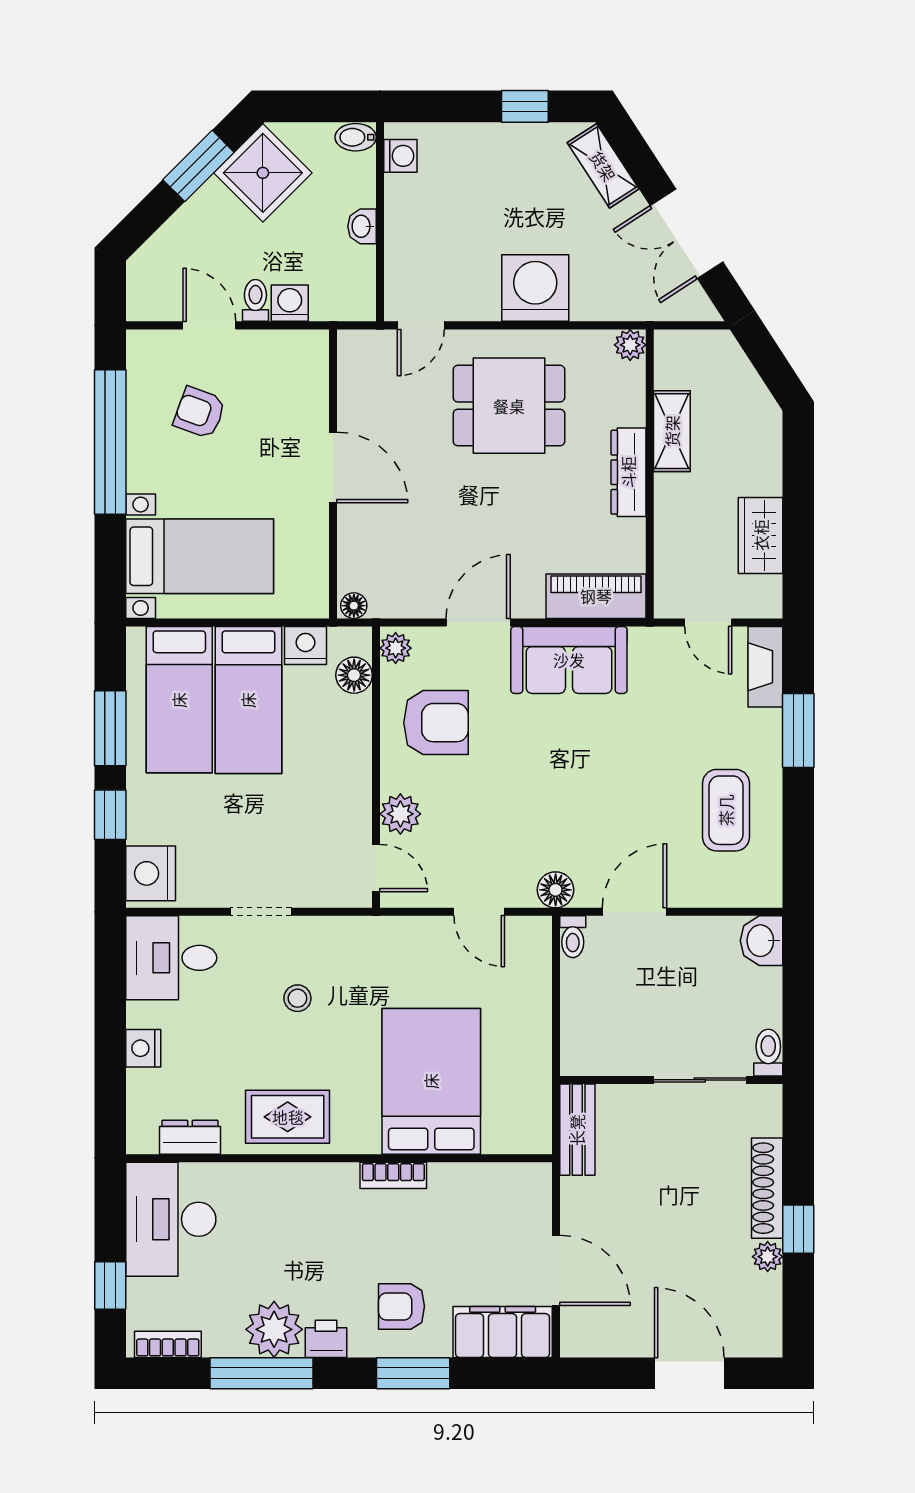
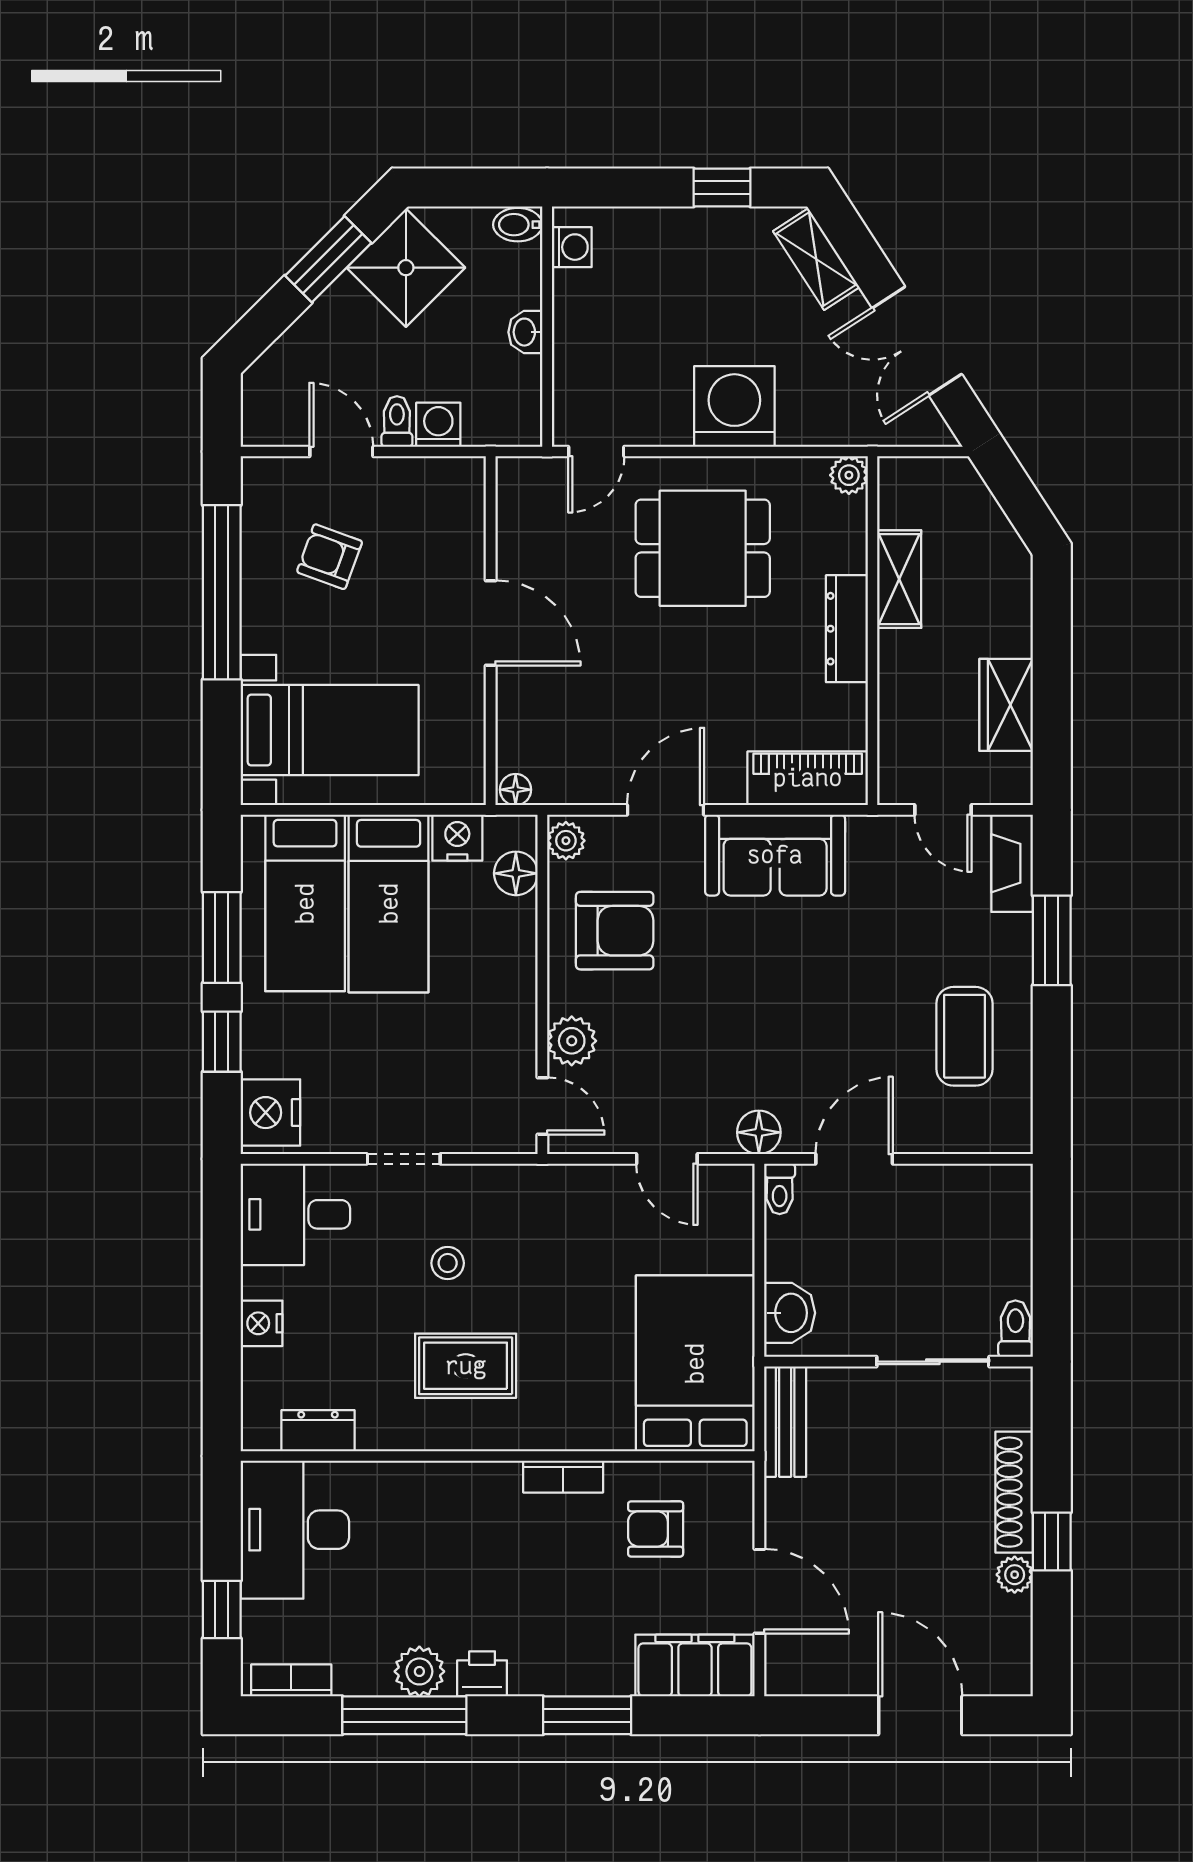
washbasin: (762, 941) -> (790, 1313), moved, turned 180
bed: (431, 1081) -> (695, 1363), moved
rug: (288, 1117) -> (466, 1366), moved
armchair: (402, 1306) -> (656, 1529), moved
plant: (274, 1329) -> (419, 1671), width x0.73, depth x0.73

